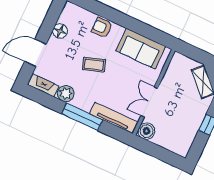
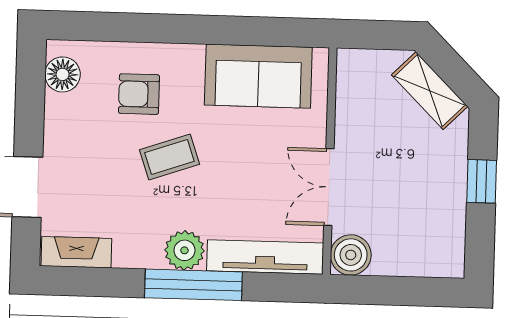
armchair: (102, 27) -> (139, 94), moved
floor lamp: (60, 31) -> (63, 74), moved
plant: (66, 94) -> (184, 250), moved

